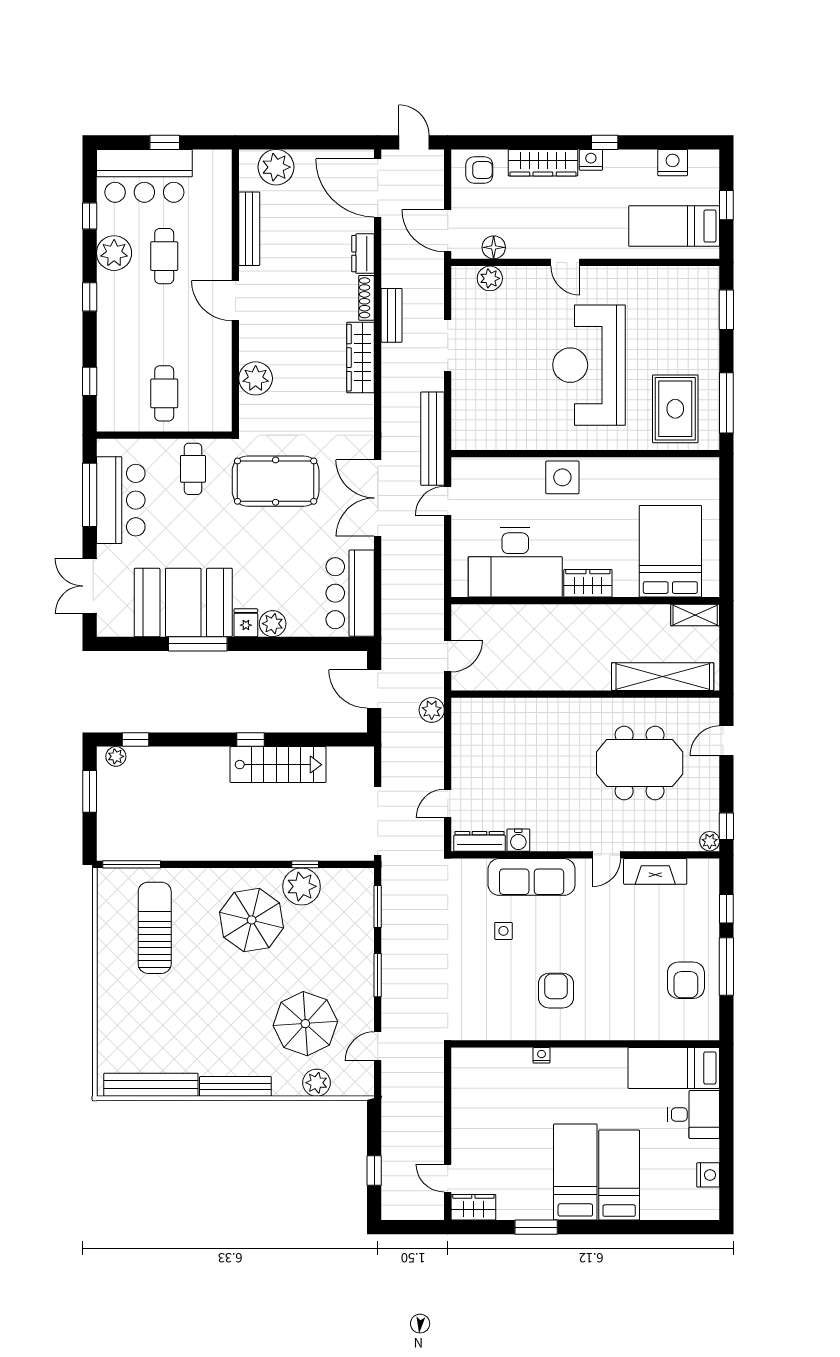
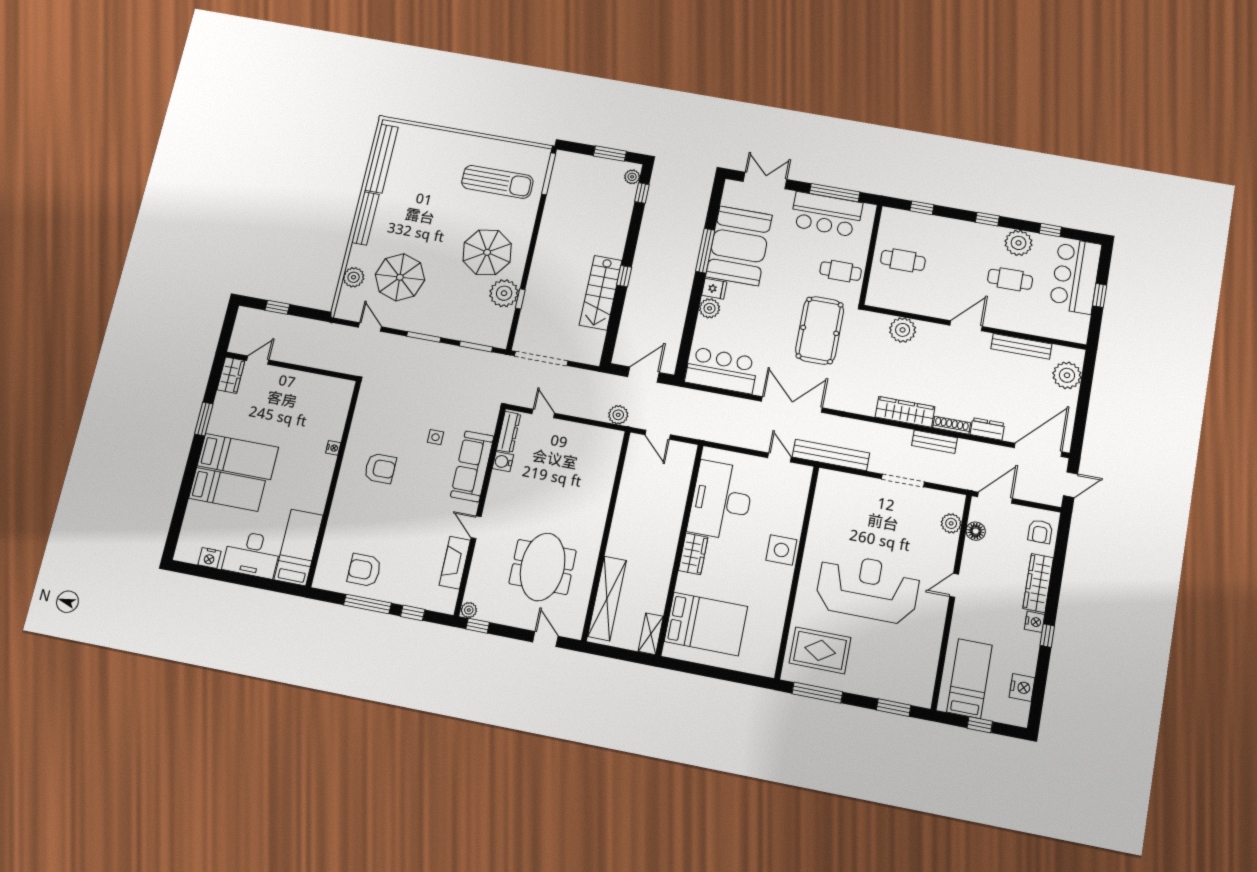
desk: (693, 1115) -> (252, 554), width x1.37

